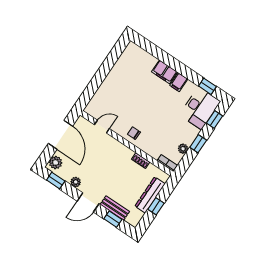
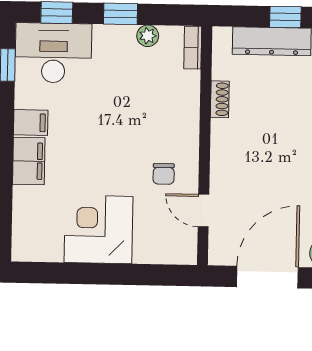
corner desk: (121, 82) -> (98, 229), added
chair: (134, 133) -> (164, 174), moved

